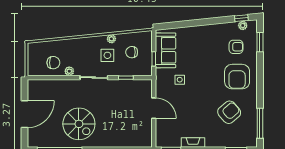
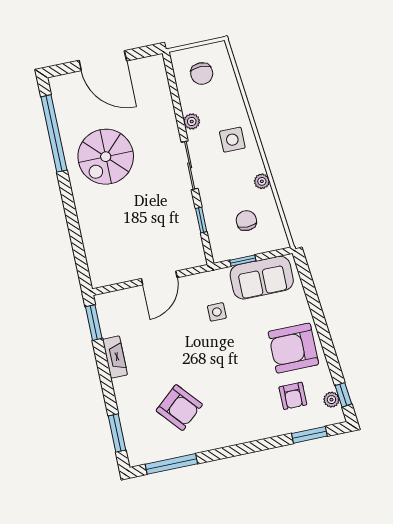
side table: (107, 55) -> (232, 140), moved
chair: (53, 63) -> (202, 74), moved
armchair: (237, 77) -> (293, 348), moved

